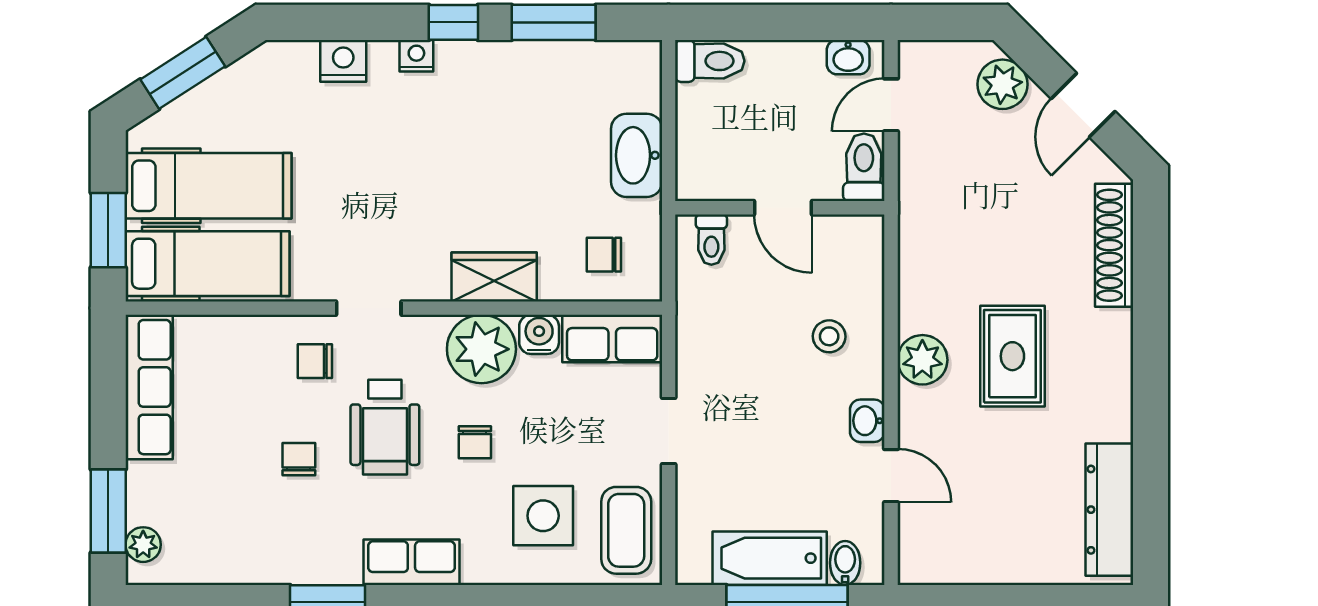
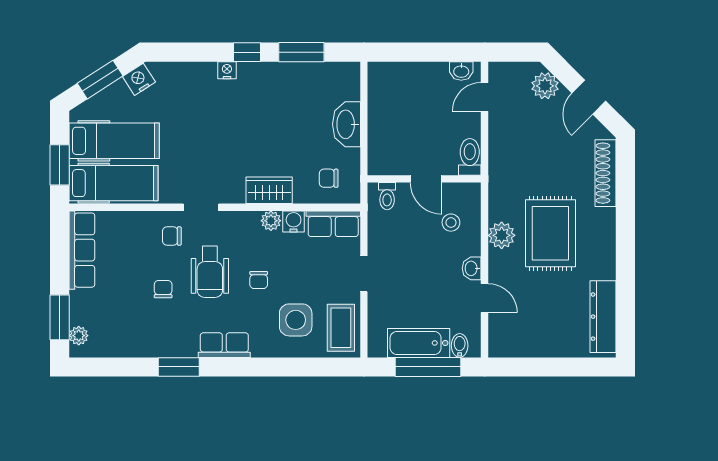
nightstand: (343, 61) -> (139, 79), moved, turned -33
toilet: (710, 61) -> (386, 73), removed
toilet: (864, 167) -> (470, 157), moved
wall: (780, 208) -> (424, 179), moved
door: (783, 208) -> (426, 179), moved
toilet: (711, 240) -> (387, 196), moved
plant: (481, 349) -> (271, 221), width x0.53, depth x0.53
rug: (1012, 356) -> (550, 233), width x1.36, depth x1.43

